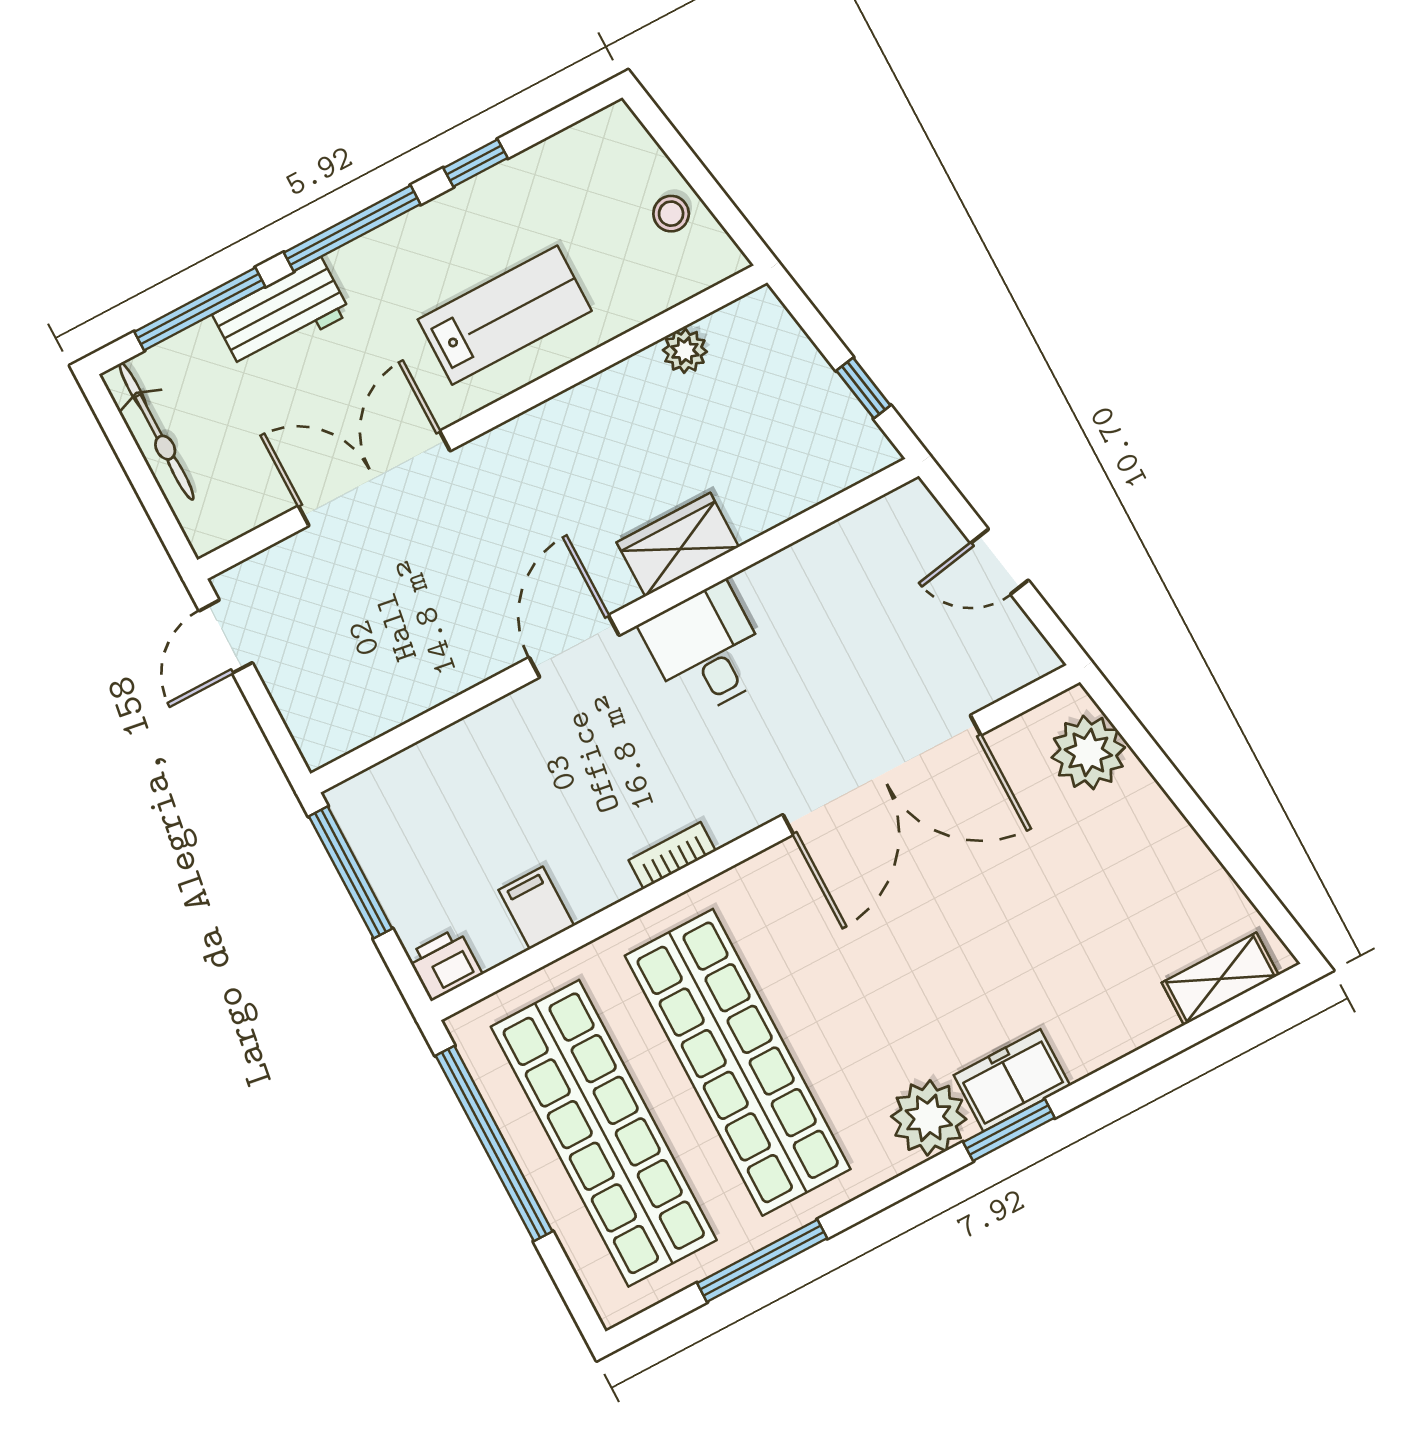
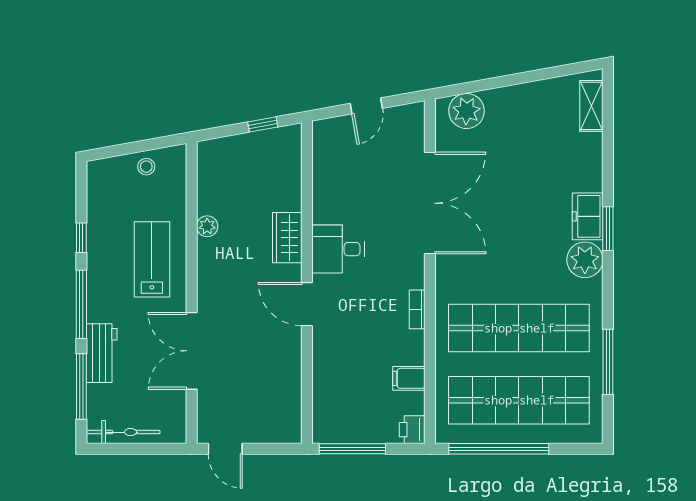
plant: (685, 351) -> (207, 226), moved

